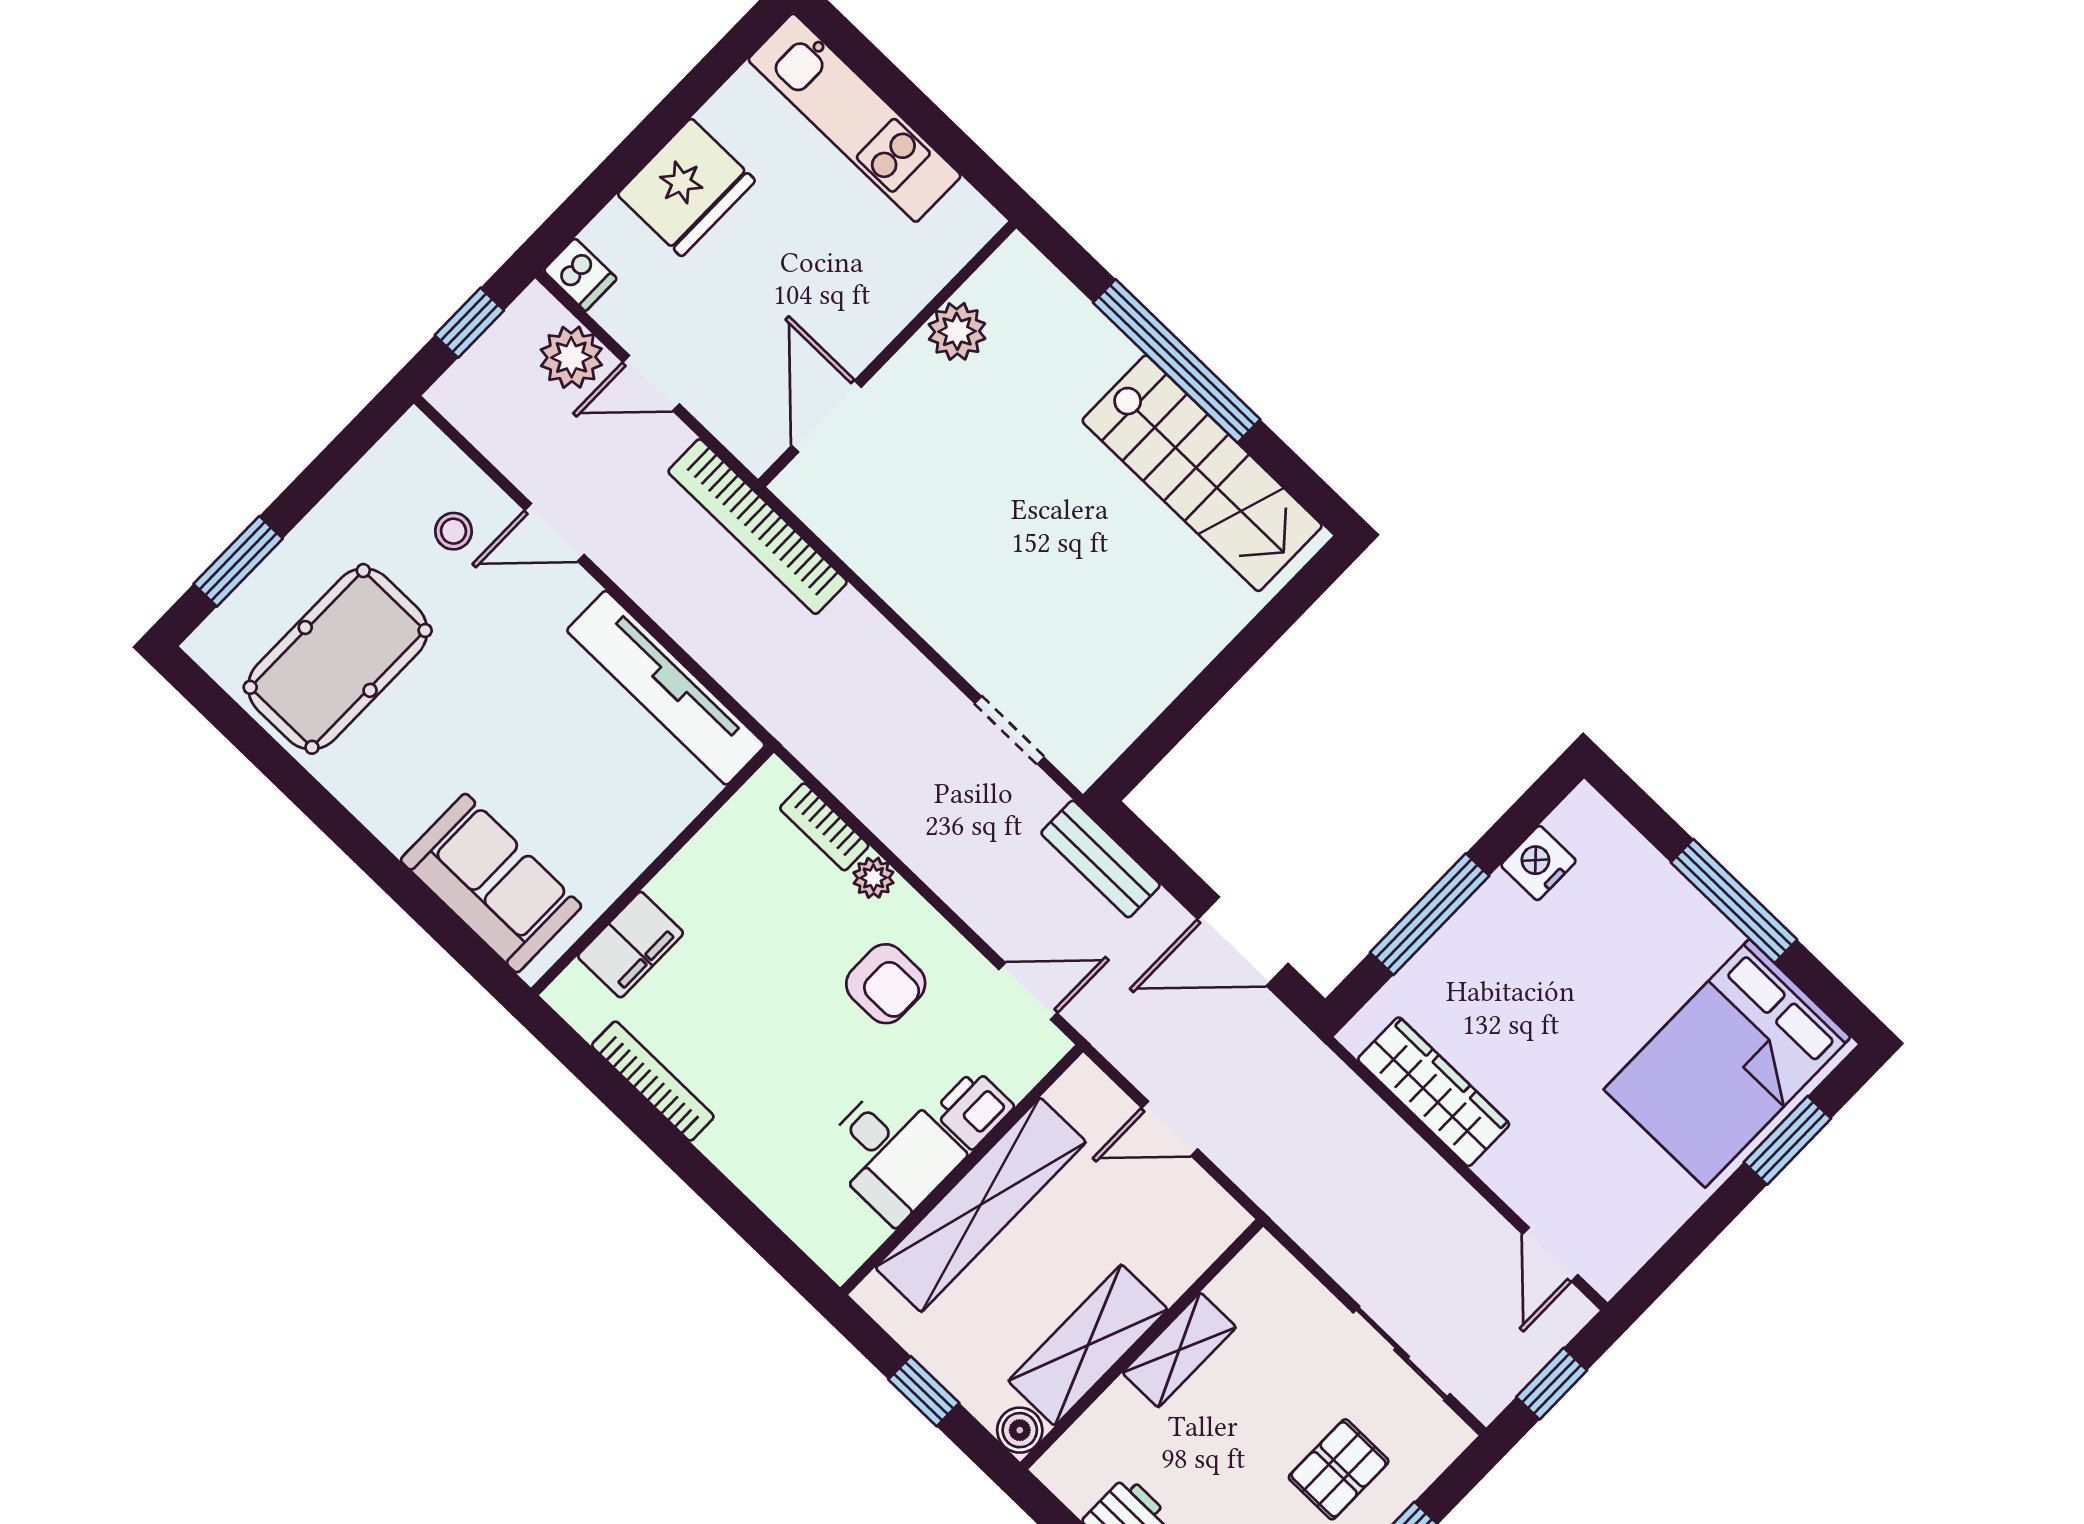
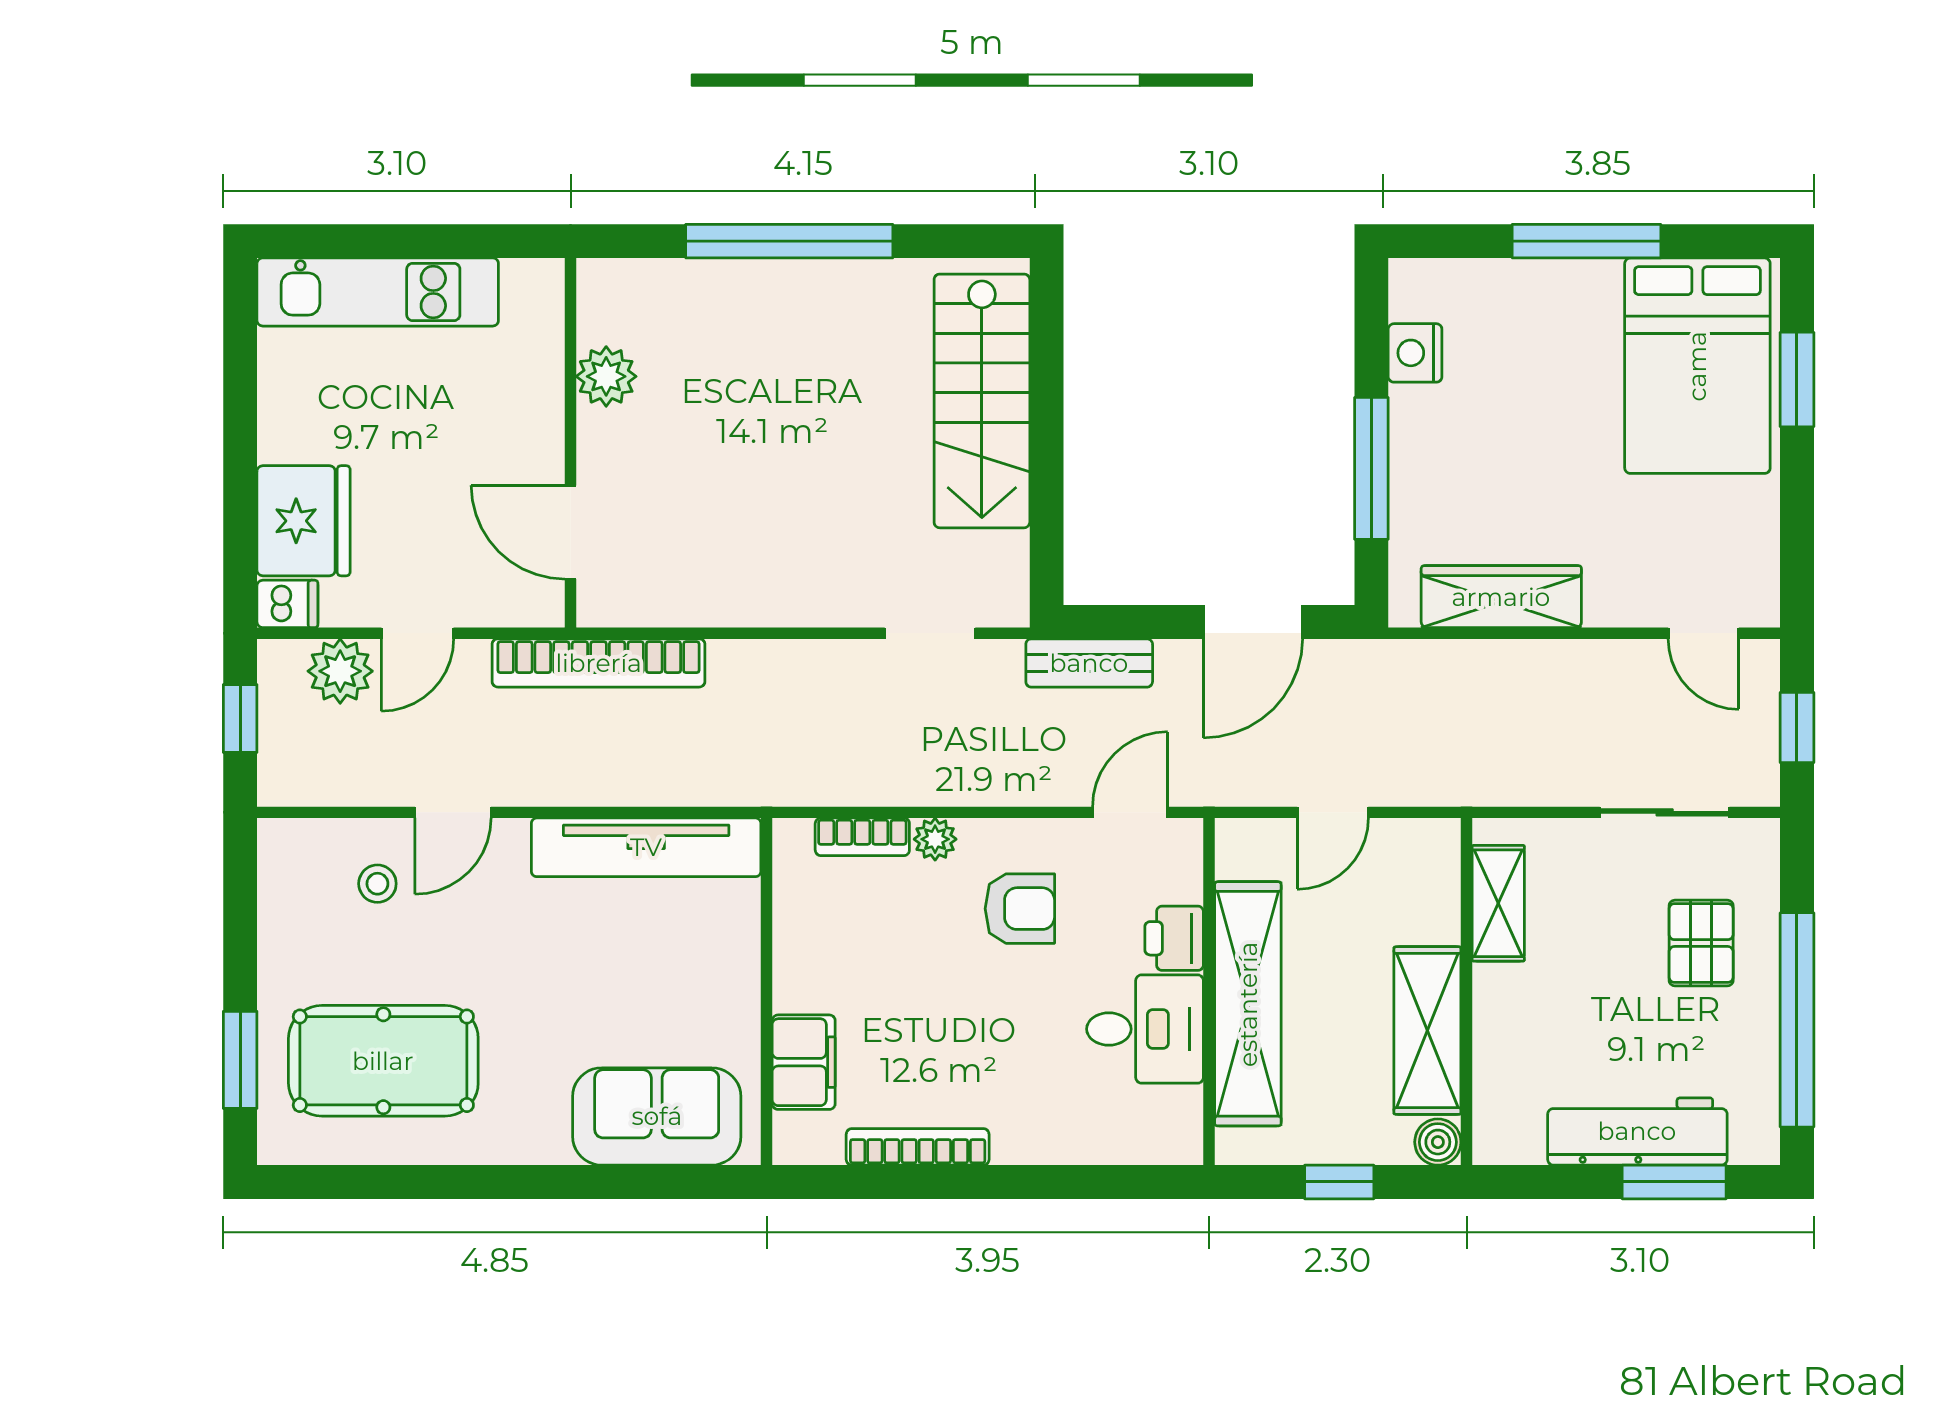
fridge: (686, 187) -> (304, 521), moved
stairs: (1202, 473) -> (982, 401), moved, turned 90
pool table: (338, 659) -> (383, 1061), turned 90
shelving: (1179, 1350) -> (1498, 903), moved

